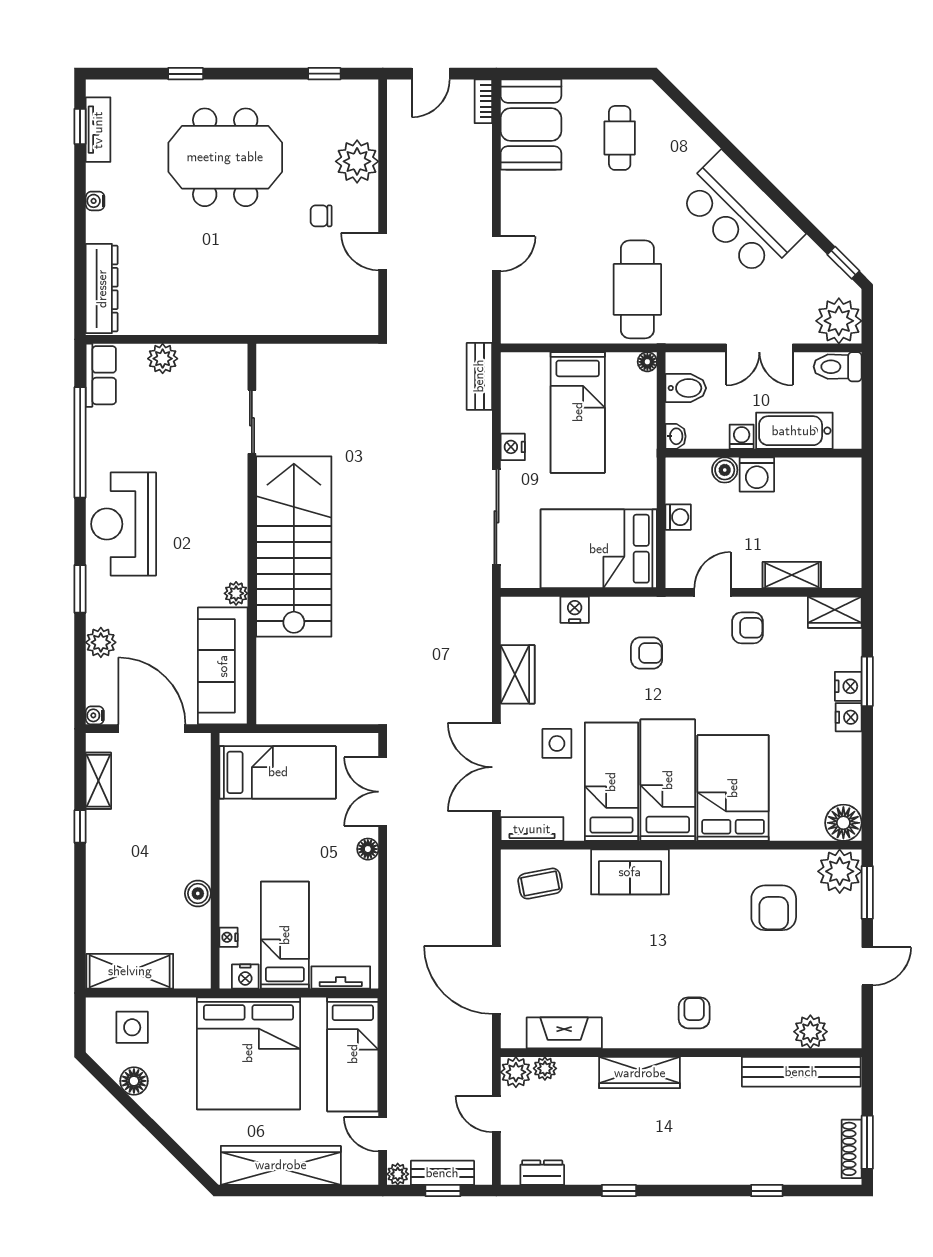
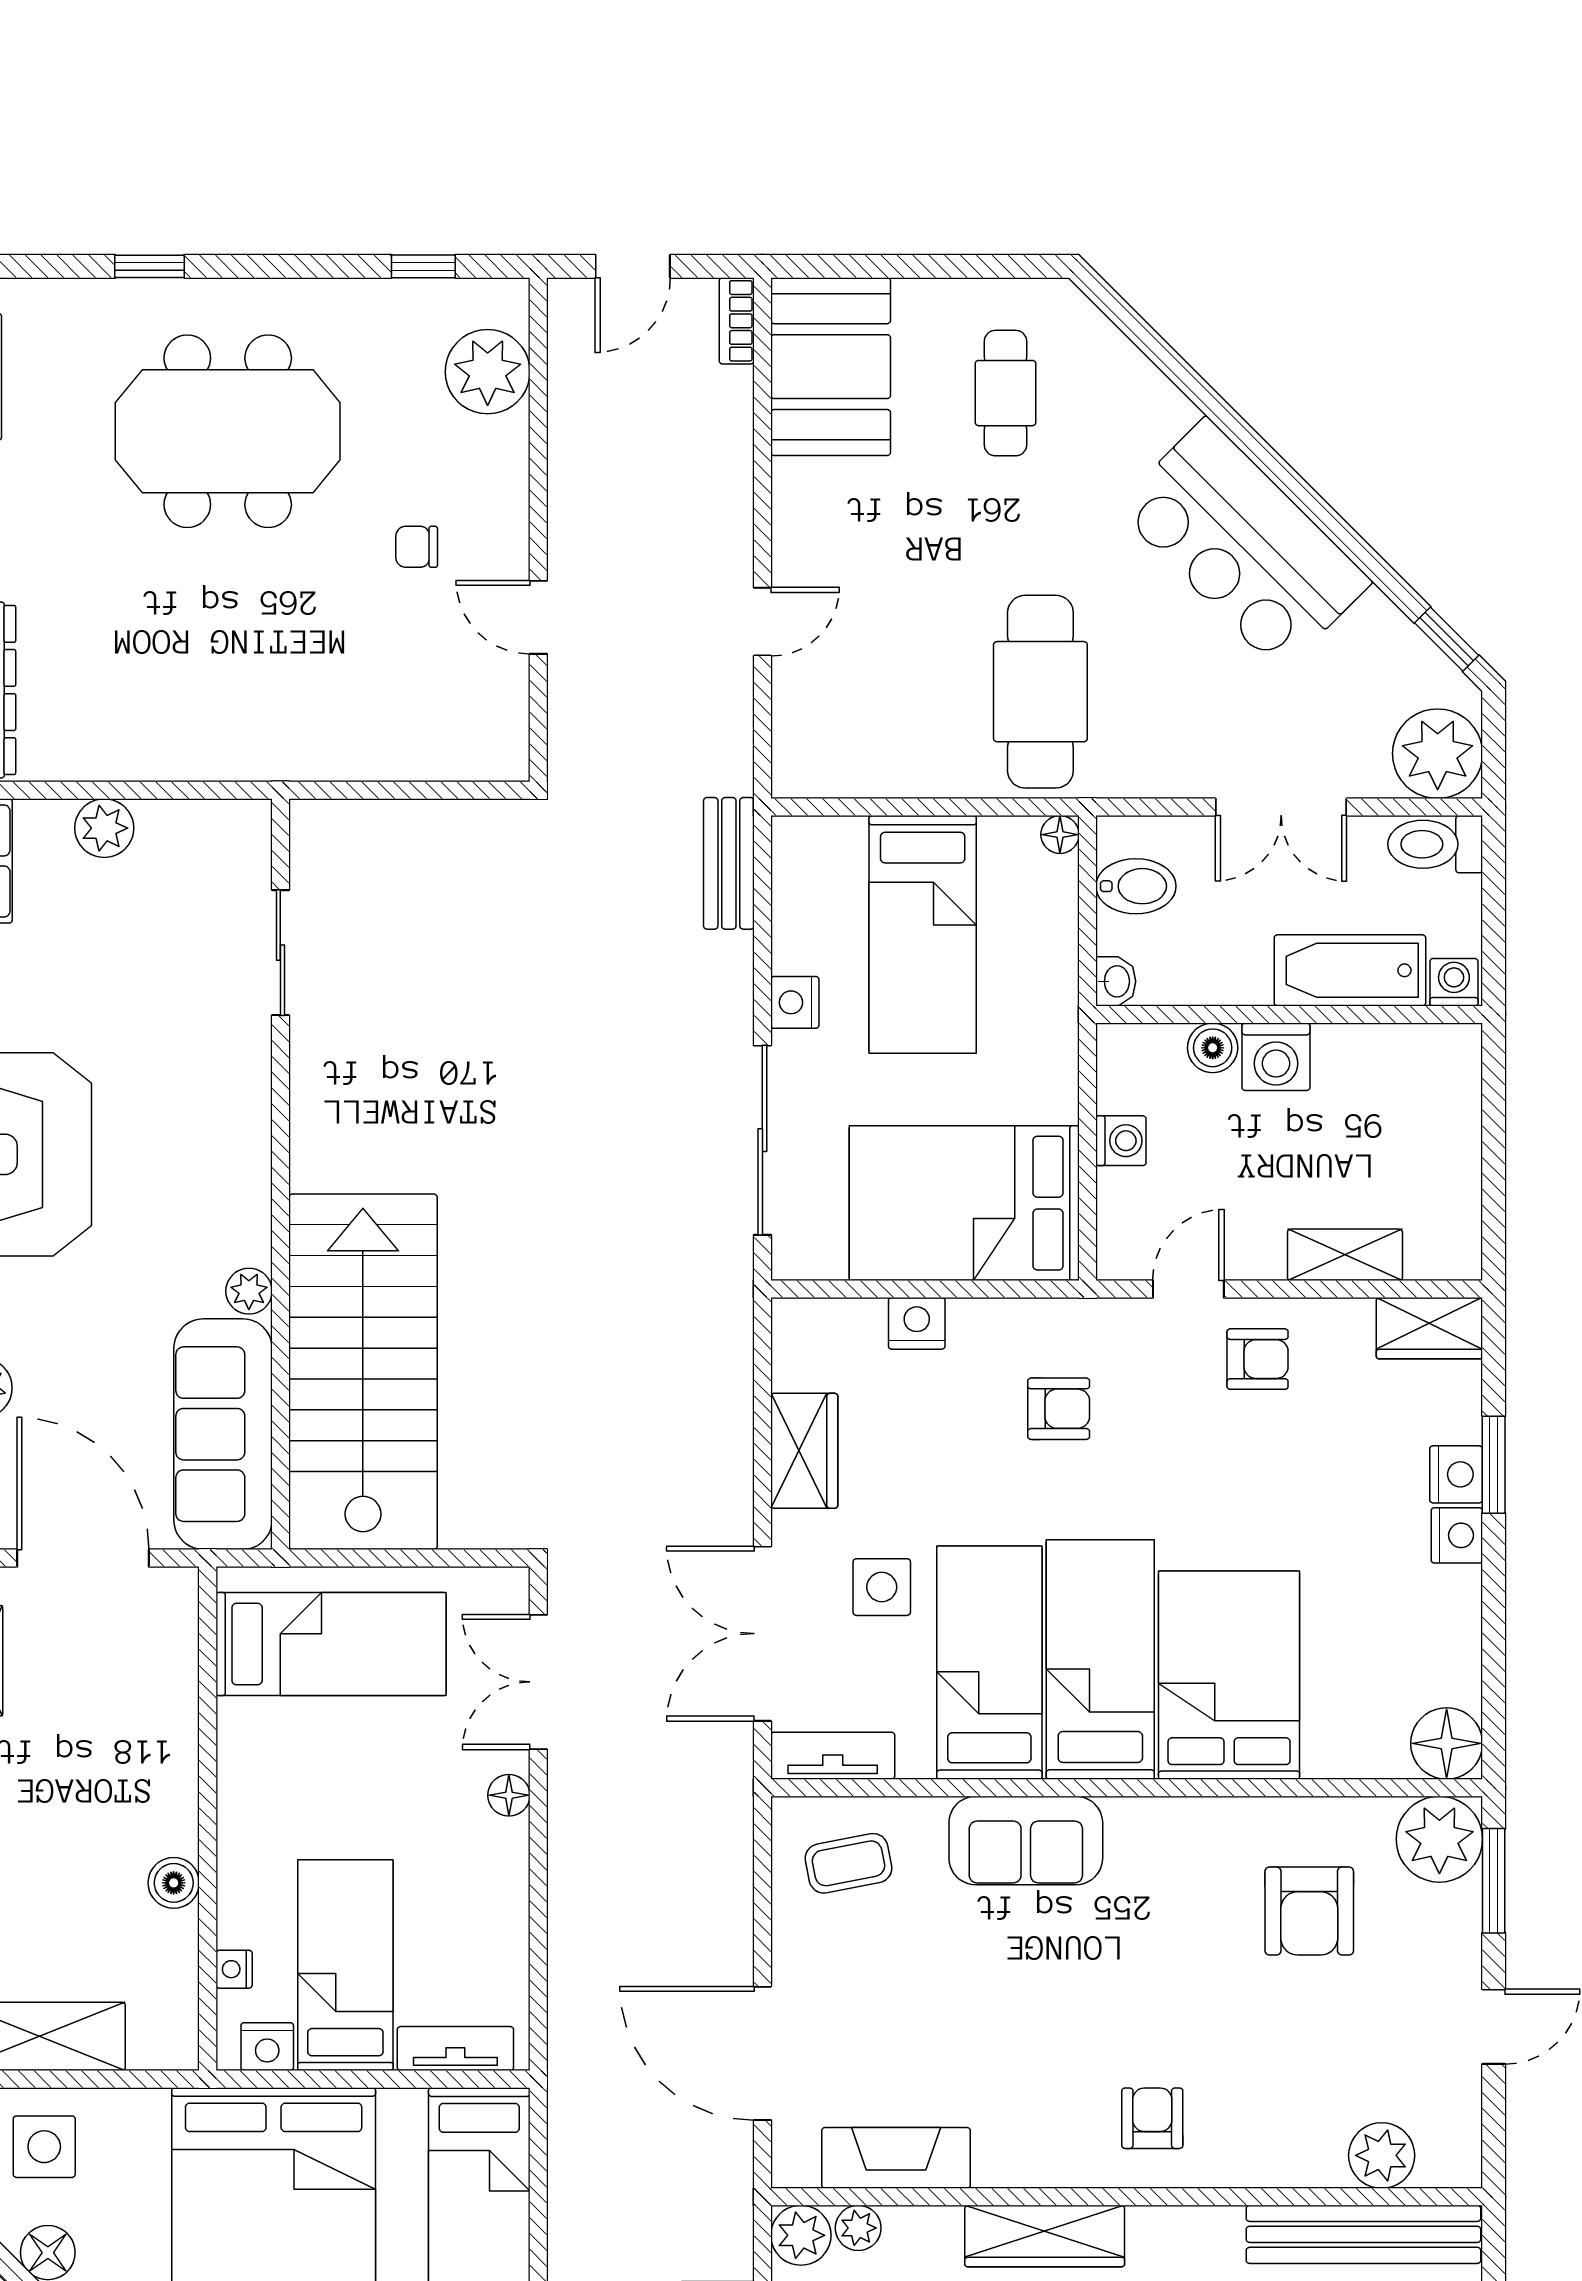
plant: (357, 161) -> (488, 372), moved
washing machine: (742, 437) -> (1454, 982), moved
stairs: (294, 547) -> (363, 1372), moved

